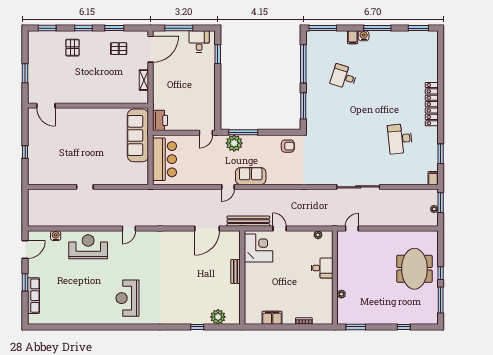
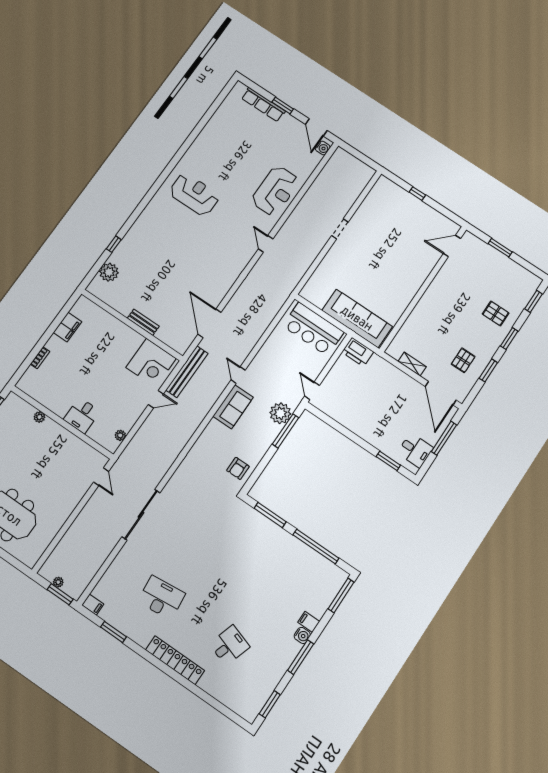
desk: (344, 77) -> (229, 645), moved
water cooler: (56, 236) -> (323, 148), moved

